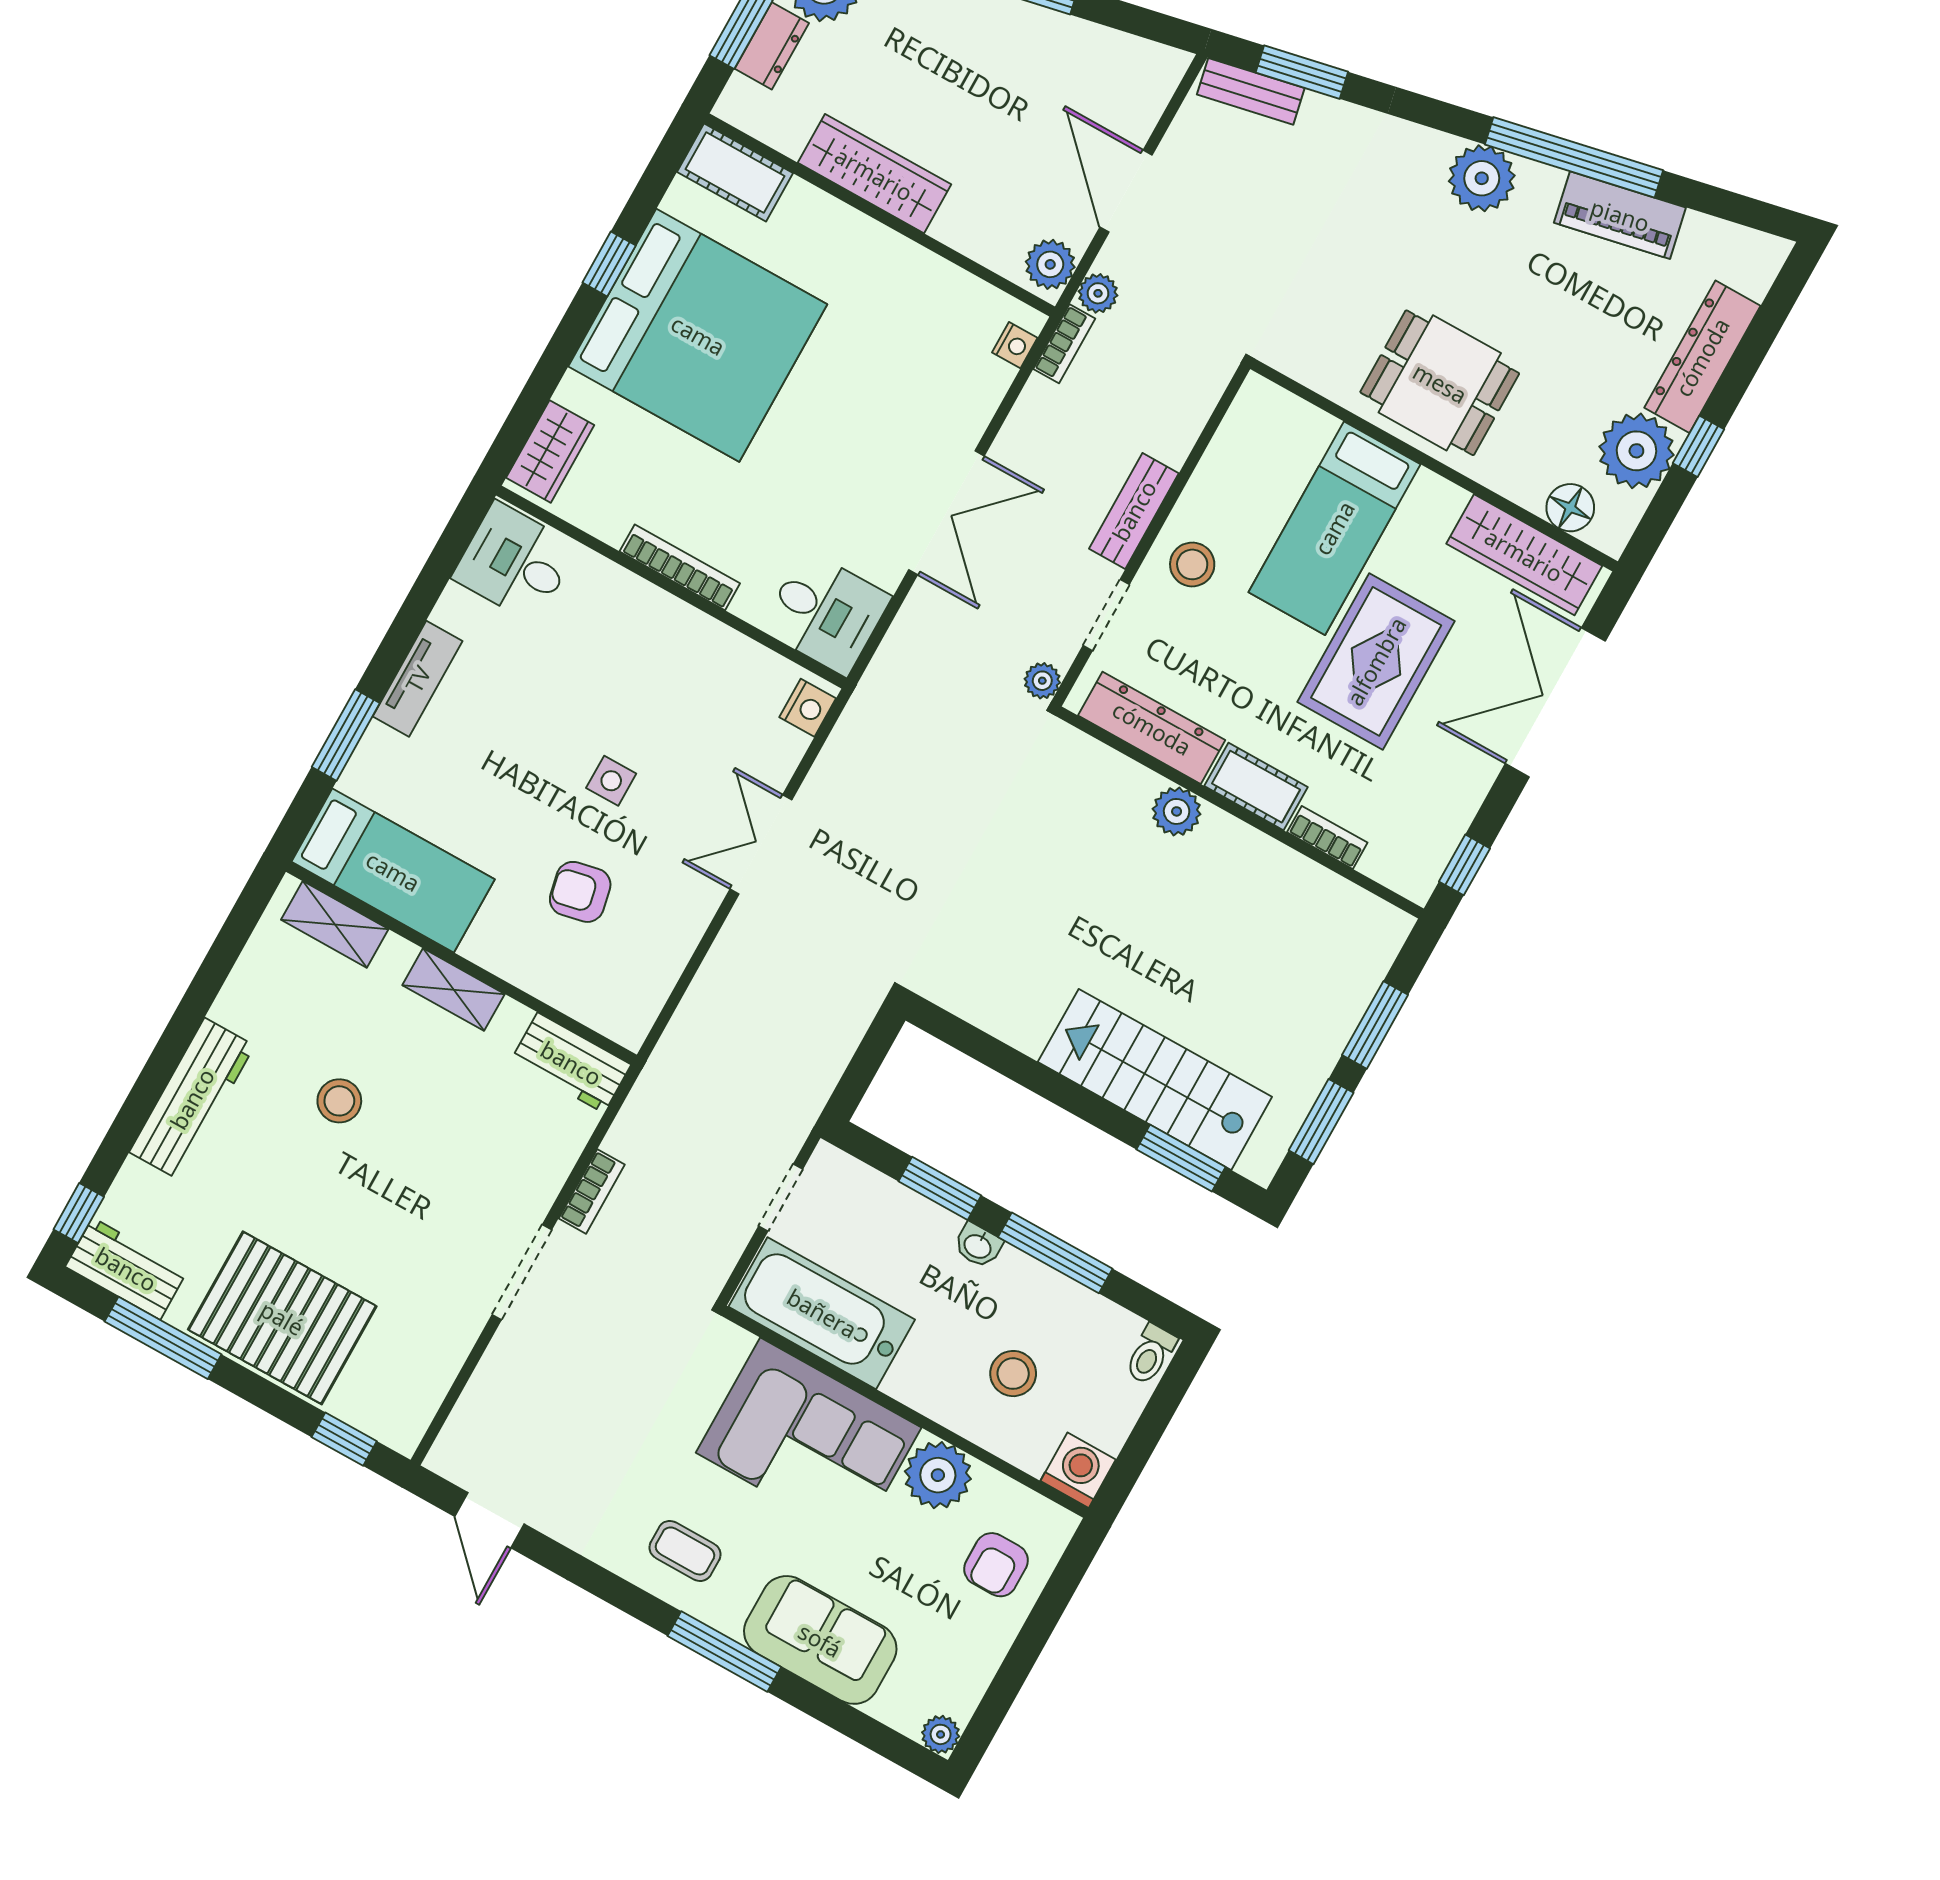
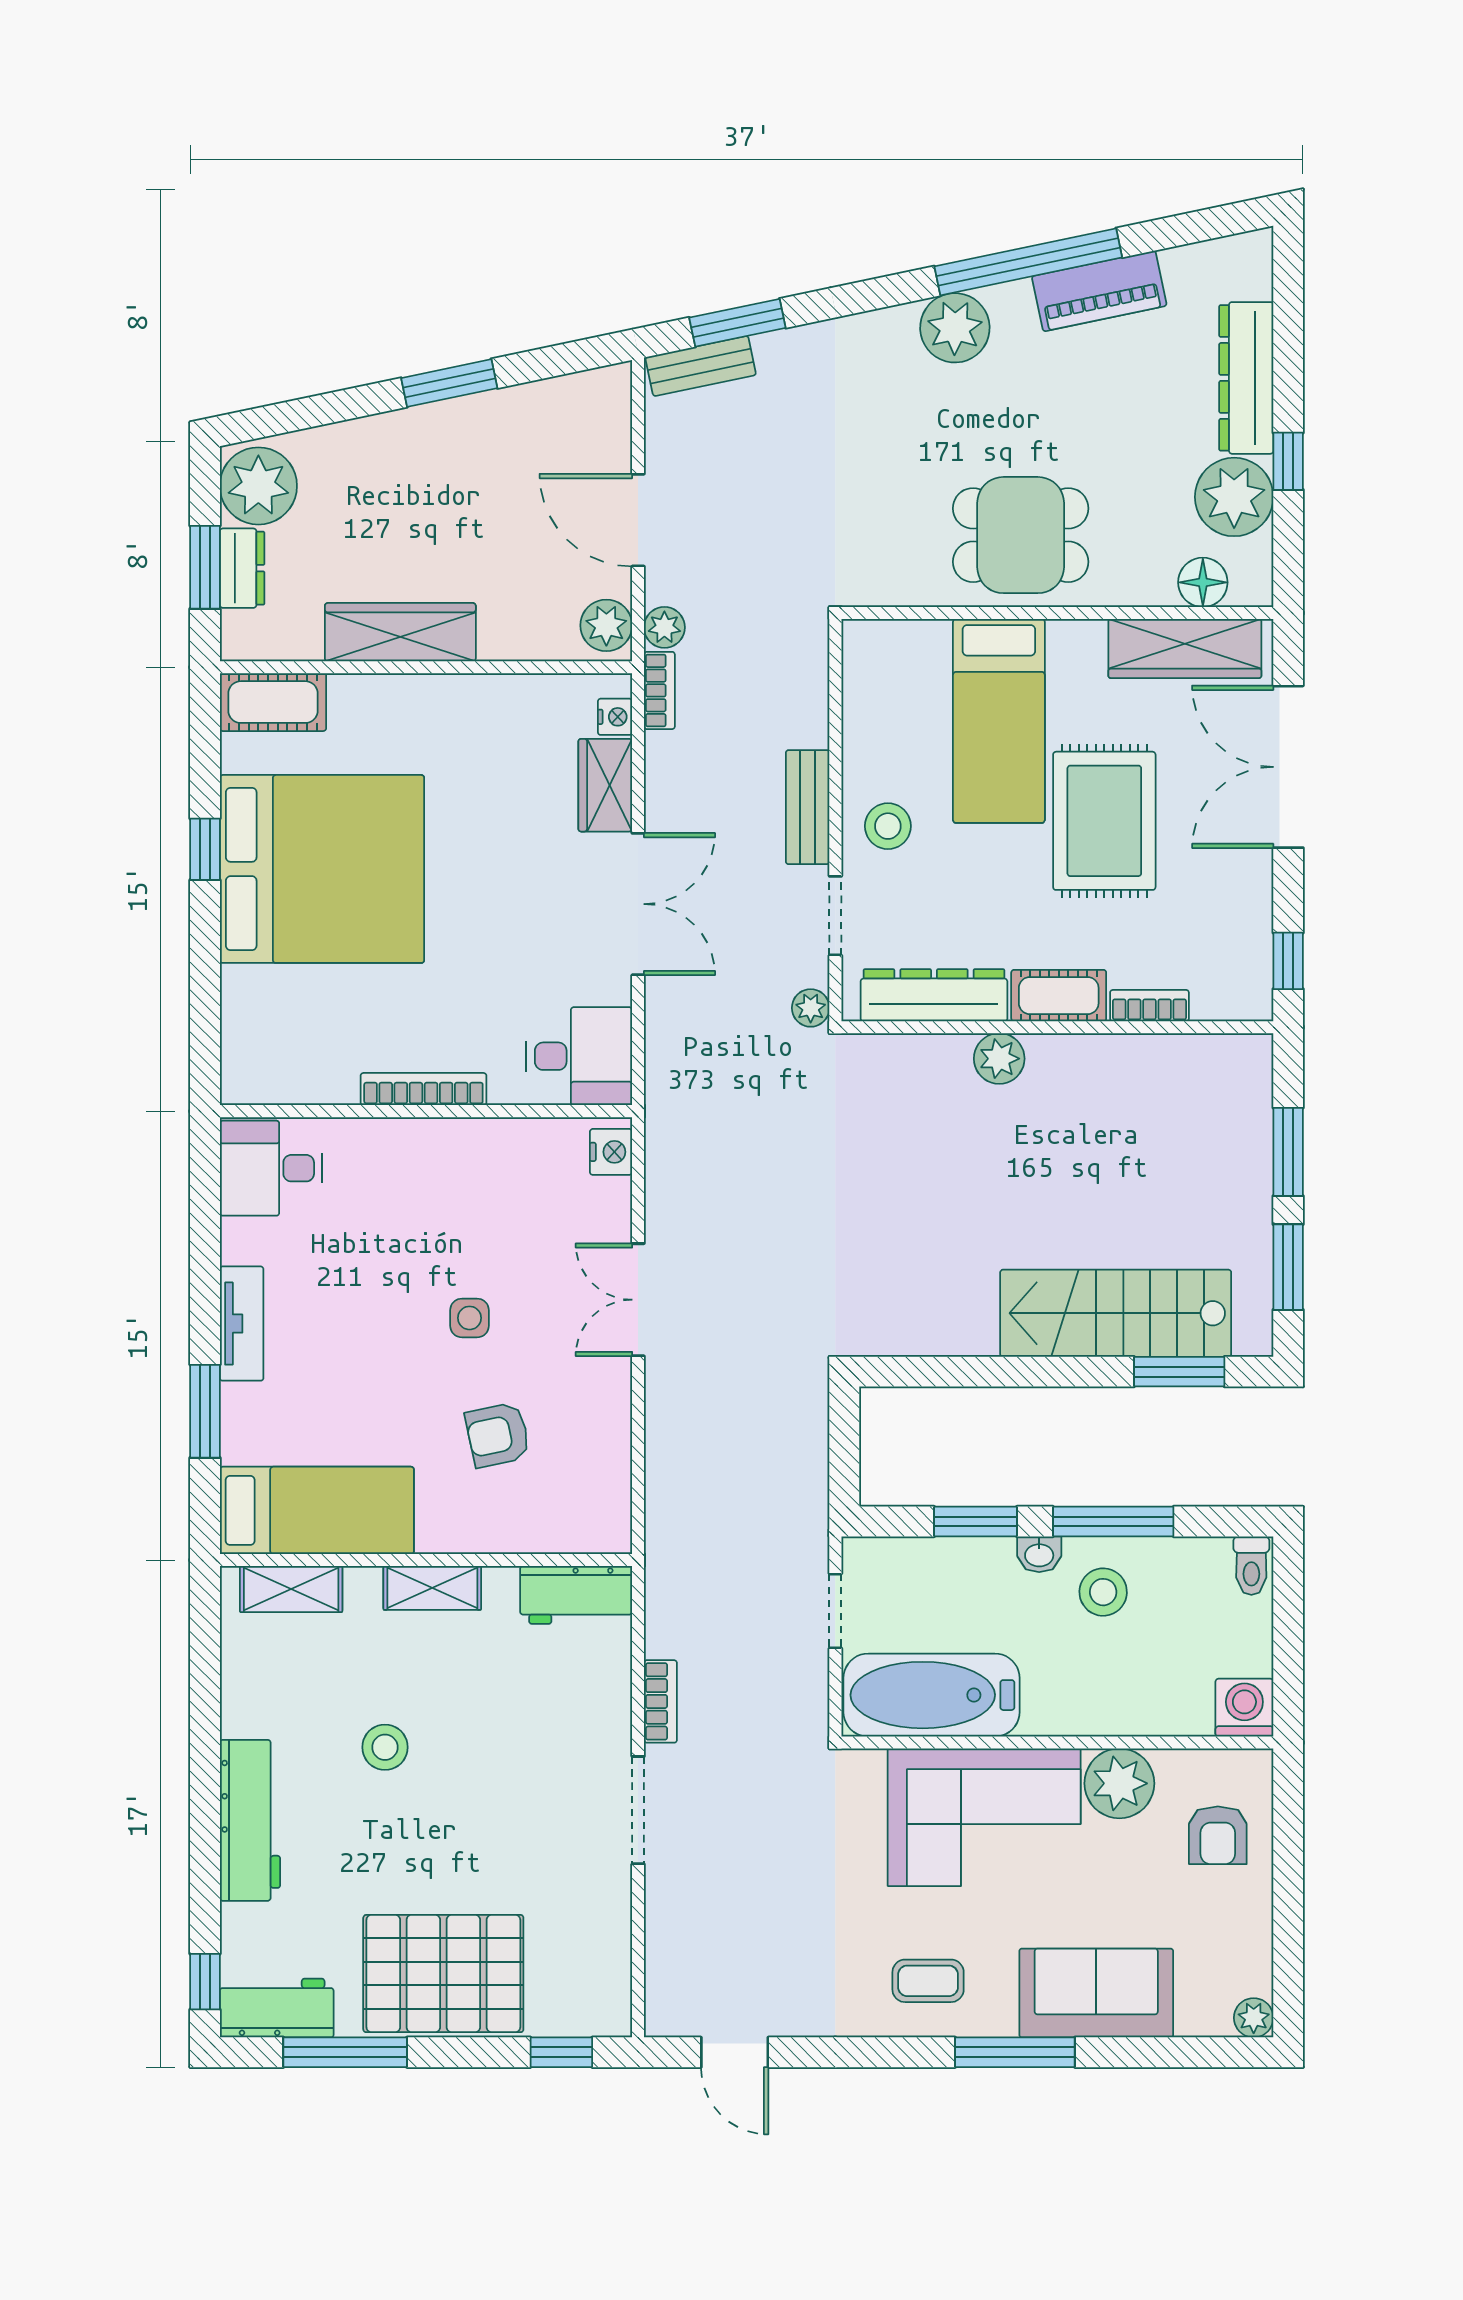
wardrobe: (550, 451) -> (605, 785), moved, turned 180
stool: (1013, 1374) -> (1103, 1592), moved

